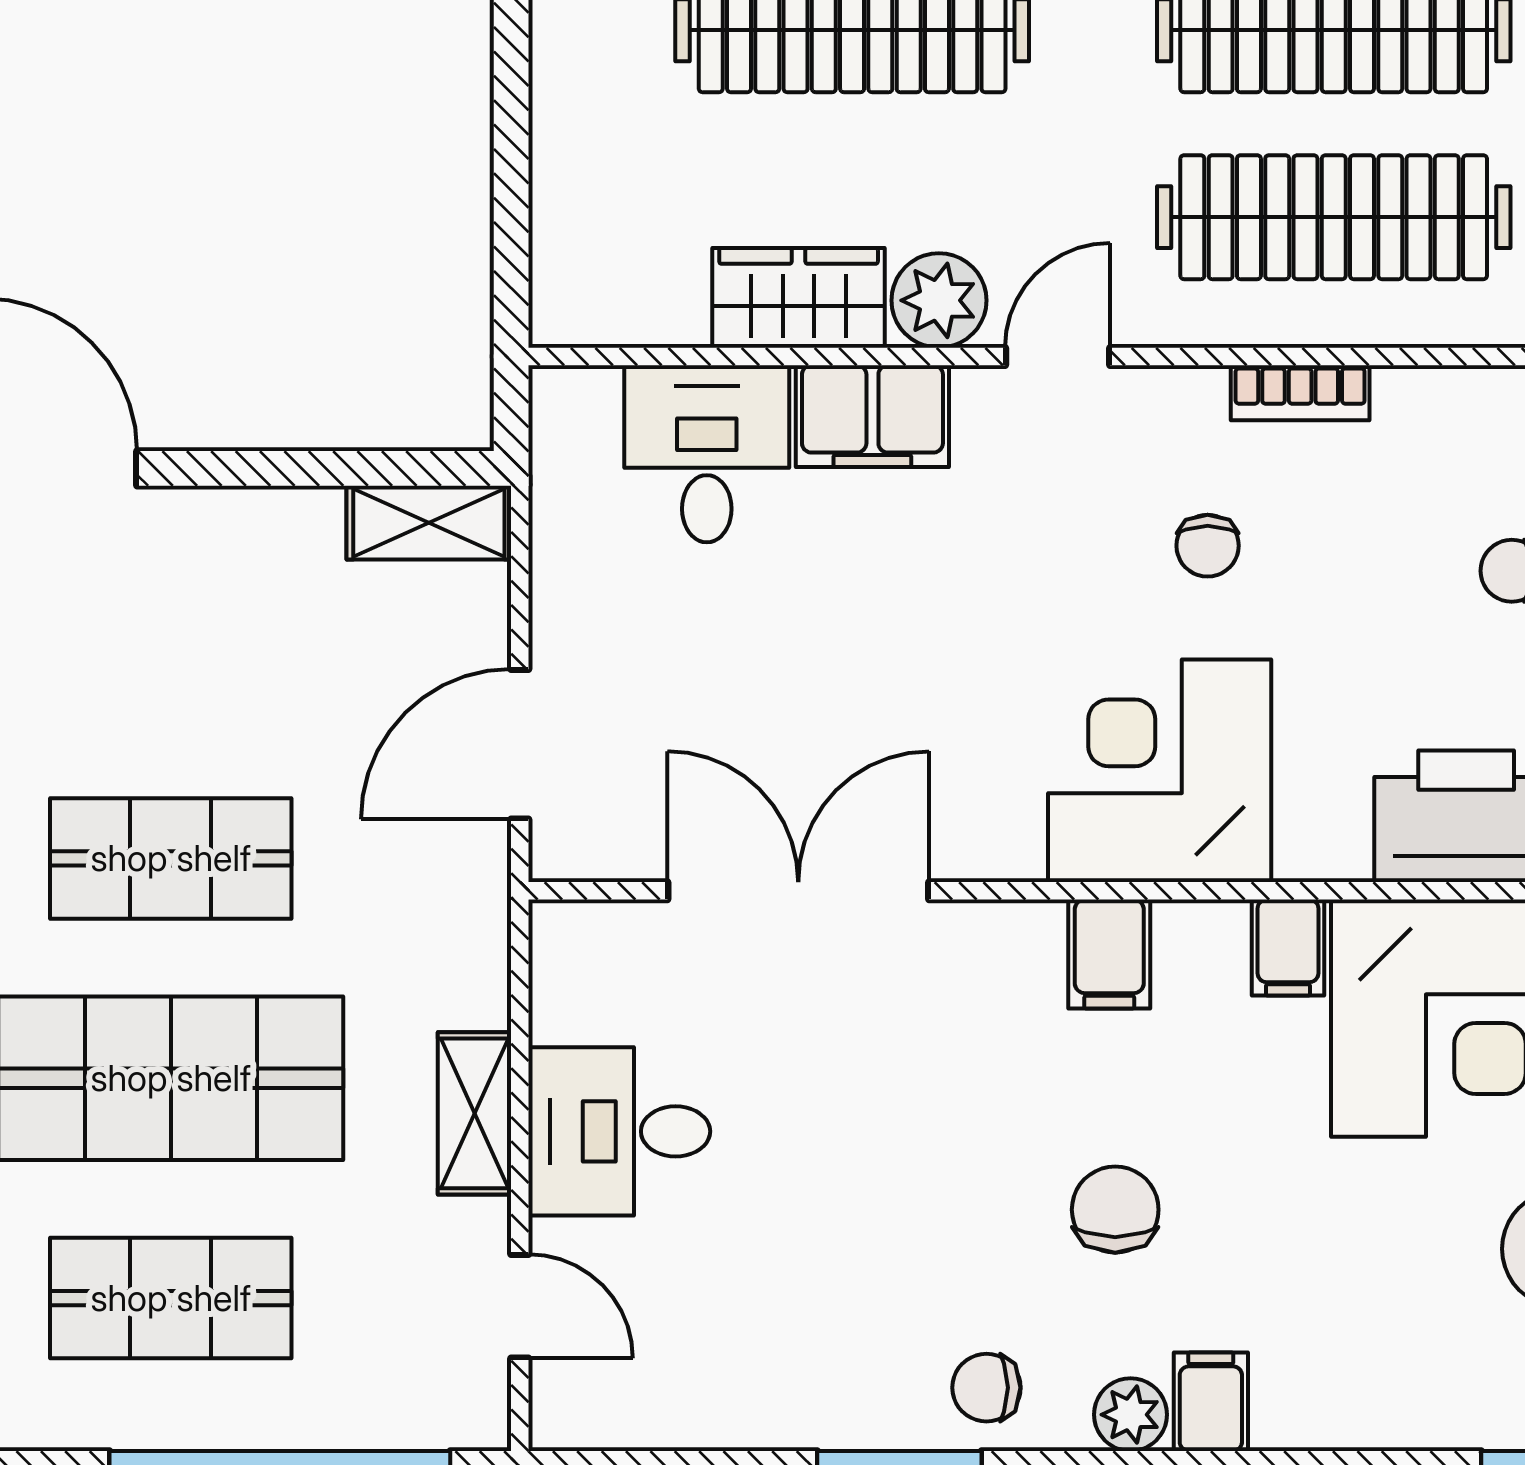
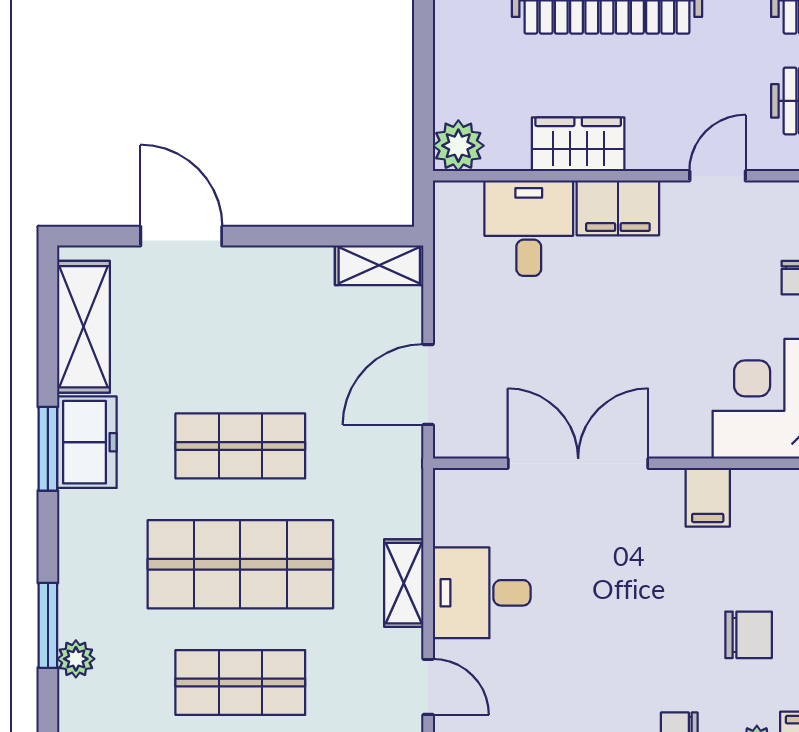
plant: (939, 300) -> (458, 146), moved
filing cabinet: (1109, 954) -> (708, 497), moved
chair: (1115, 1210) -> (749, 635), turned 90

